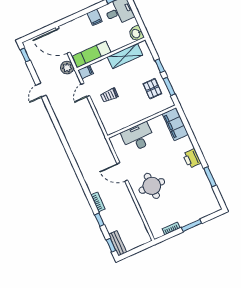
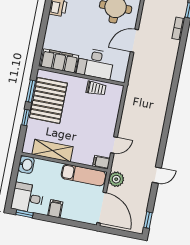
pallet: (152, 89) -> (48, 100), width x2.05, depth x2.00
trolley: (109, 95) -> (96, 88), moved
filing cabinet: (175, 124) -> (59, 61), moved, turned -90
door: (122, 172) -> (134, 41), swing flipped

